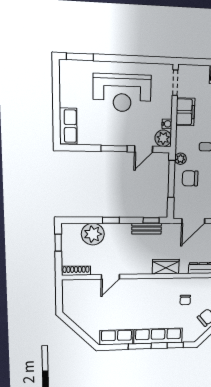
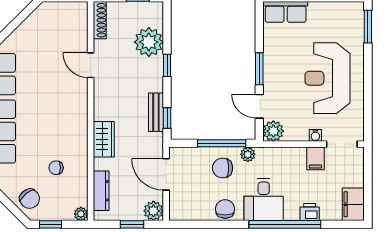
filing cabinet: (185, 112) -> (315, 158), width x0.50
water cooler: (167, 124) -> (315, 135), moved
chair: (190, 178) -> (223, 168), turned -90

